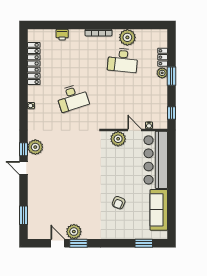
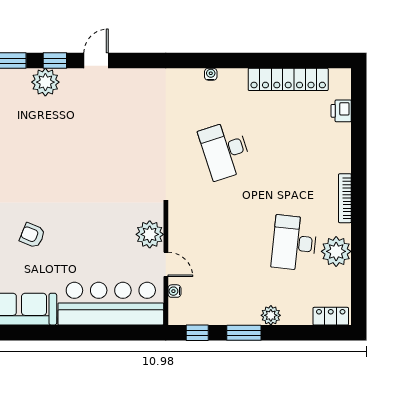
printer: (62, 35) -> (341, 111), moved
locker: (163, 57) -> (331, 316), moved
window: (172, 76) -> (244, 333), moved
door: (134, 130) -> (166, 264), hinge flipped
plant: (35, 147) -> (45, 82), moved
window: (24, 149) -> (55, 61), moved

